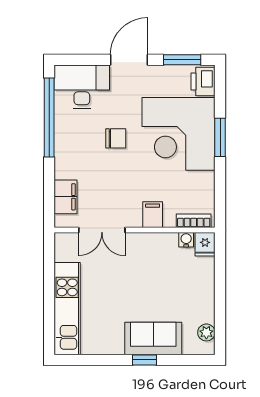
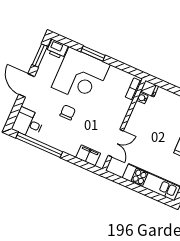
desk: (82, 87) -> (28, 123), width x0.73
filing cabinet: (153, 215) -> (120, 111), removed

